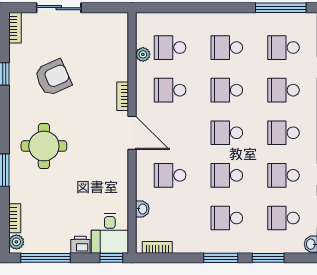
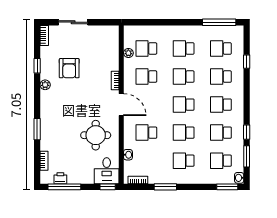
armchair: (53, 78) -> (69, 68), turned 114
round table: (44, 146) -> (96, 135), moved
plant: (16, 242) -> (45, 85), moved
printer: (80, 245) -> (60, 178), moved
window: (221, 258) -> (165, 187), moved
window: (268, 258) -> (227, 187), moved

